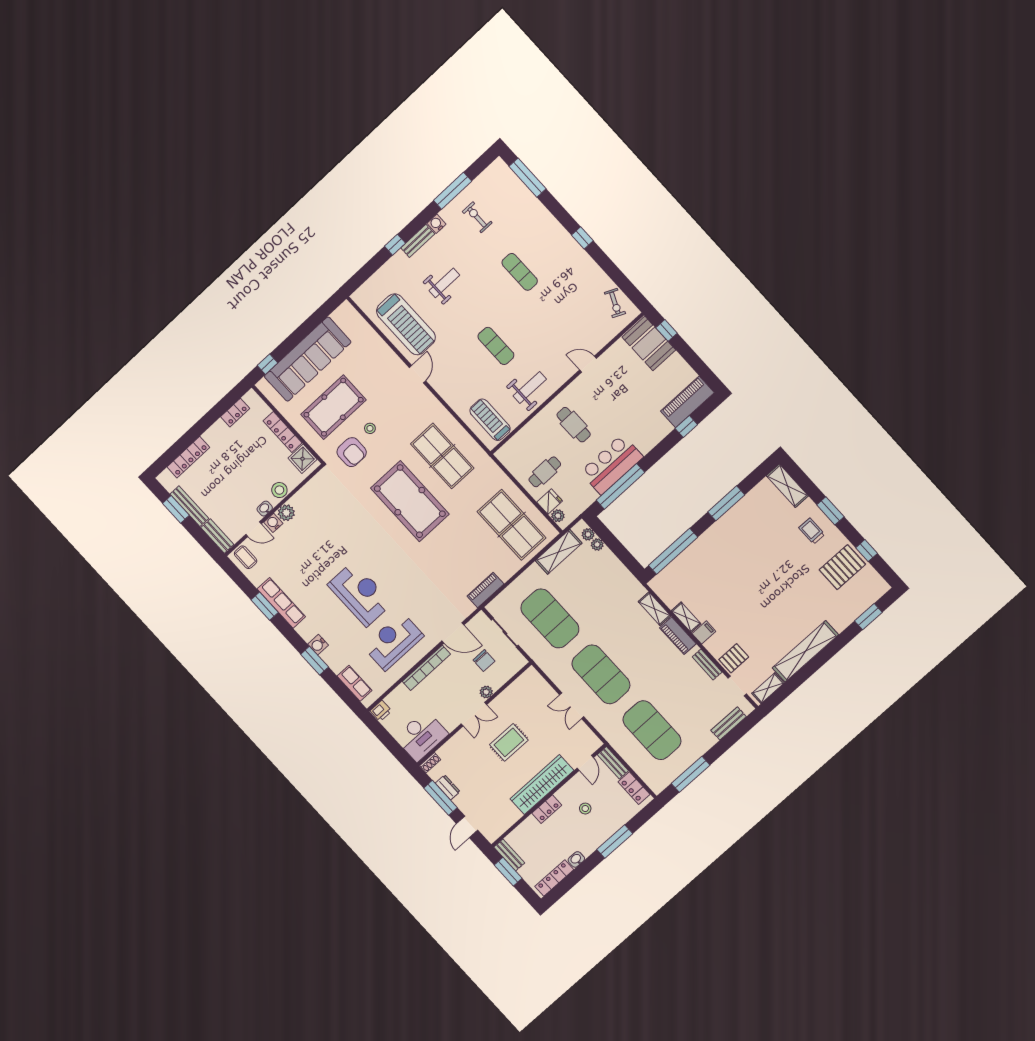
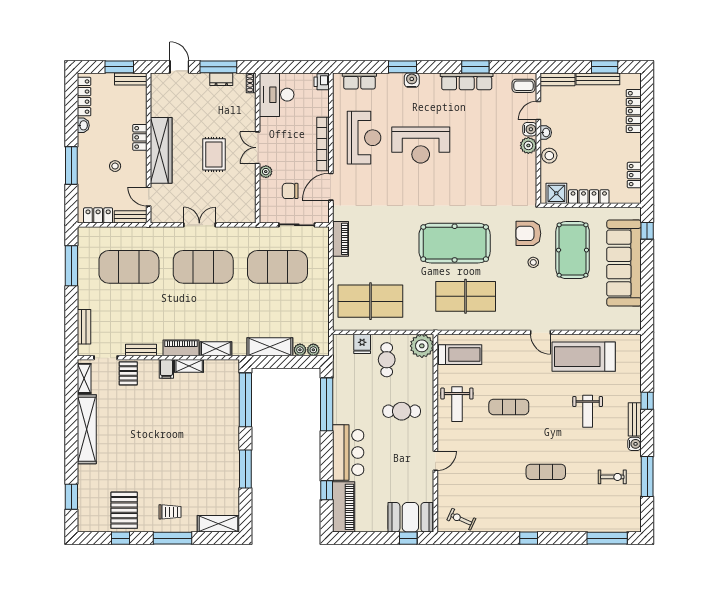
bar counter: (612, 465) -> (348, 453), moved
window: (830, 511) -> (172, 538), width x1.44
plant: (558, 516) -> (422, 346), moved, width x1.88, depth x1.88
shelving: (559, 552) -> (270, 347), moved, turned 90

